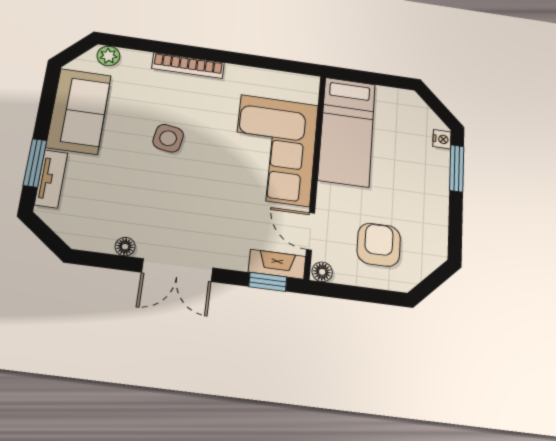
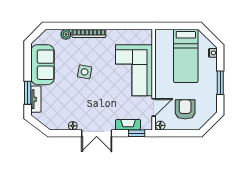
plant: (108, 56) -> (66, 34), moved
bed: (347, 132) -> (186, 56), moved
window: (457, 168) -> (220, 83), moved
door: (311, 231) -> (154, 107), swing flipped
fireplace: (277, 264) -> (128, 125), moved

